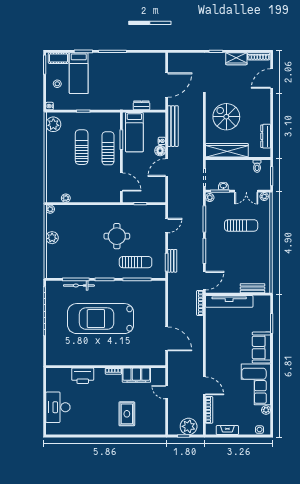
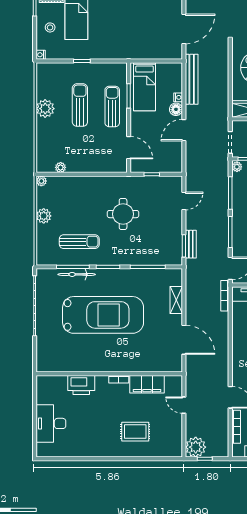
dresser: (141, 105) -> (153, 54), removed
plant: (53, 124) -> (45, 109), moved
sun lounger: (136, 262) -> (79, 242), moved
shelving: (160, 306) -> (176, 300), added
car: (101, 319) -> (103, 315), turned 180
rug: (127, 414) -> (135, 432), turned 90
plant: (189, 426) -> (196, 447), moved

